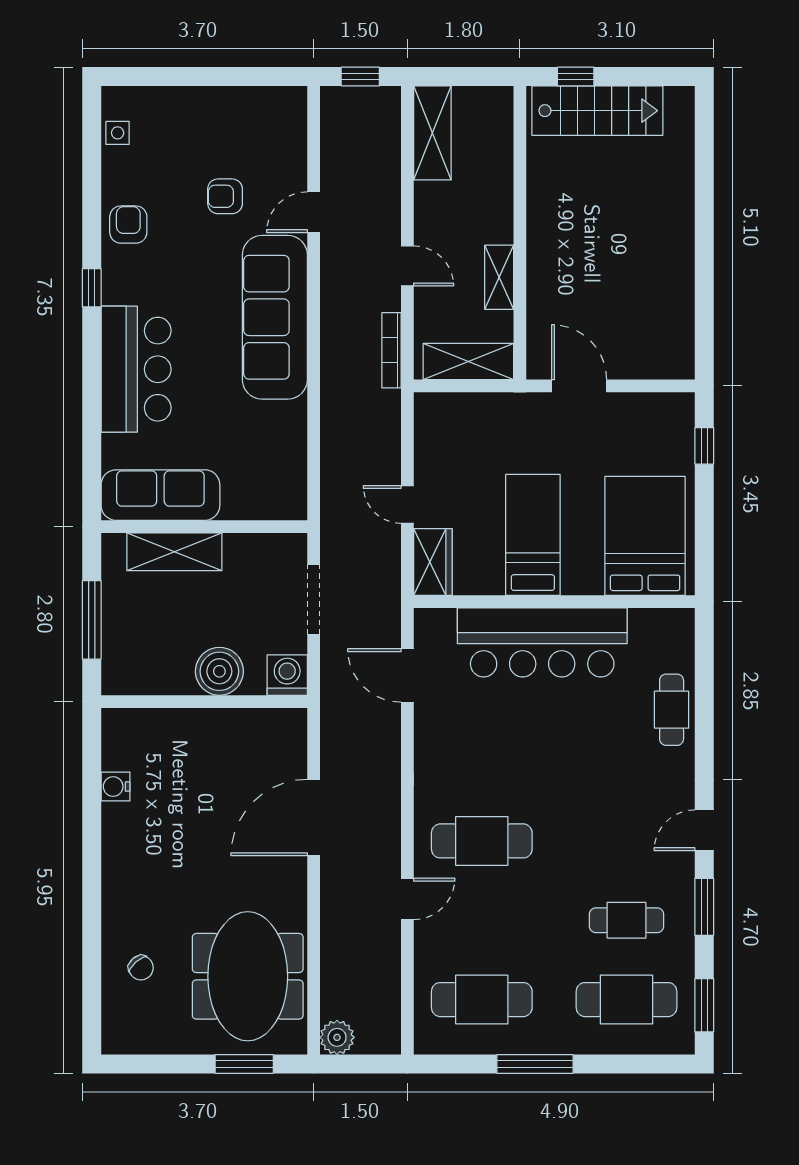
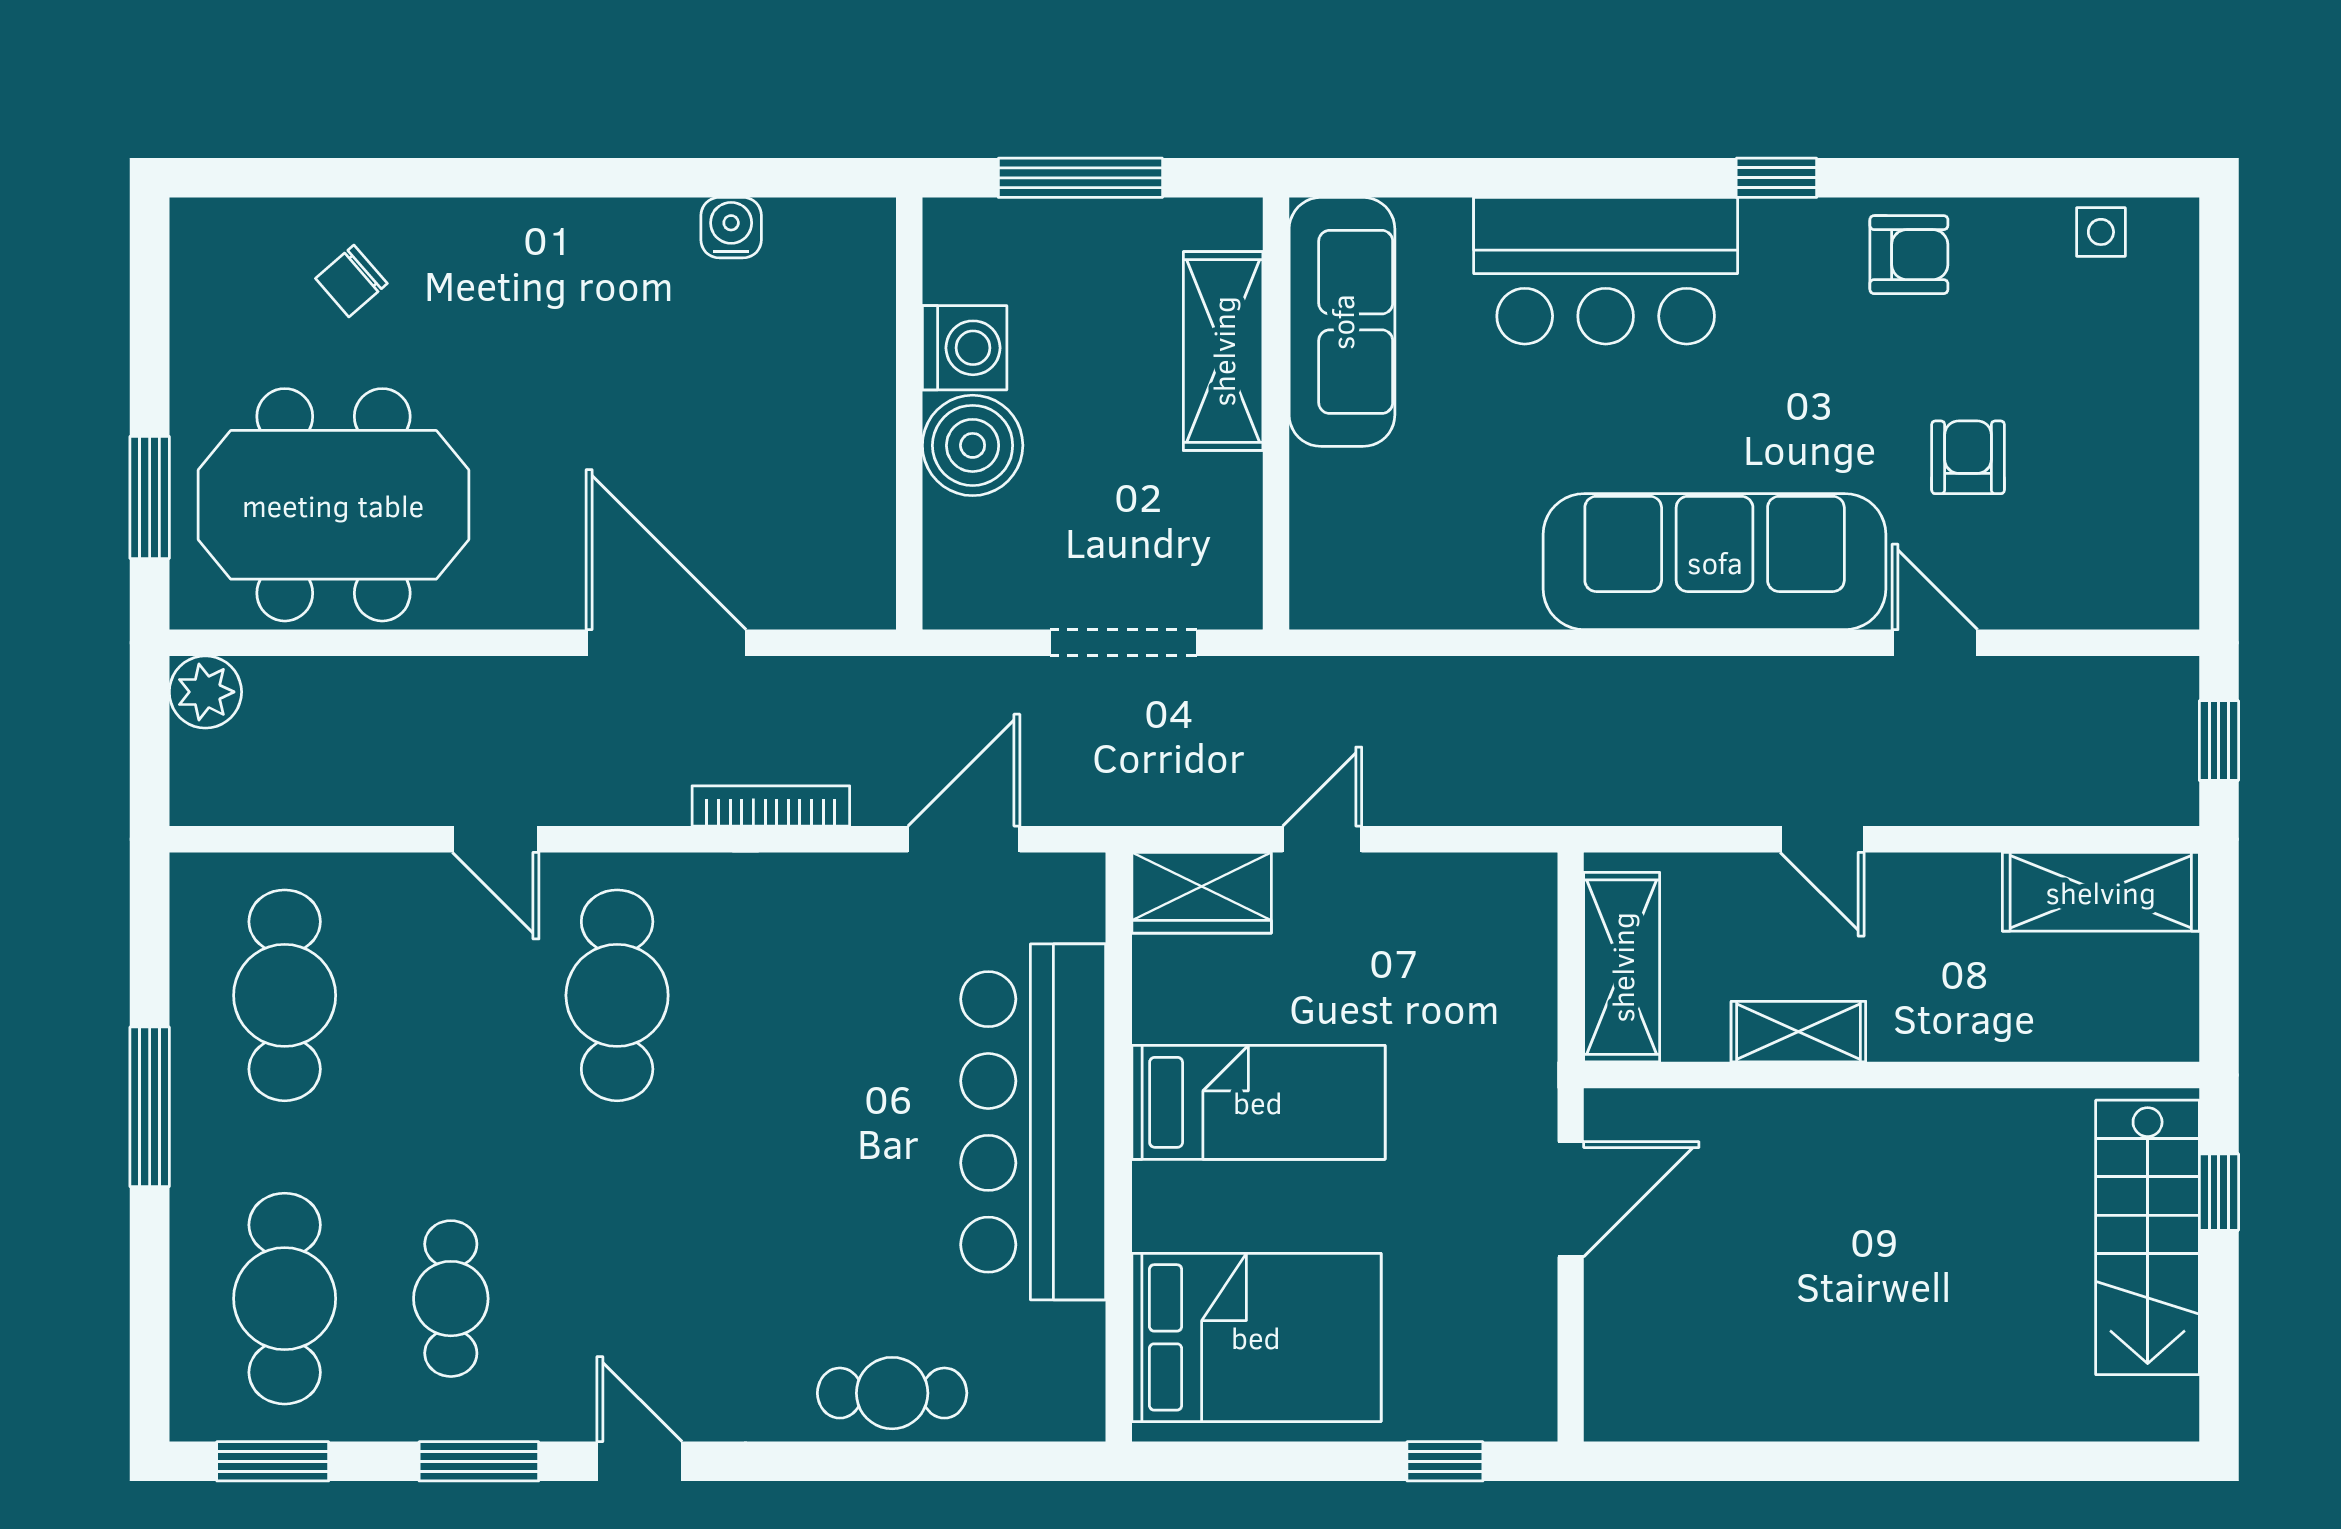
door: (407, 266) -> (1822, 839), hinge flipped
bookcase: (391, 350) -> (771, 806), moved
washing machine: (287, 675) -> (965, 348), moved

